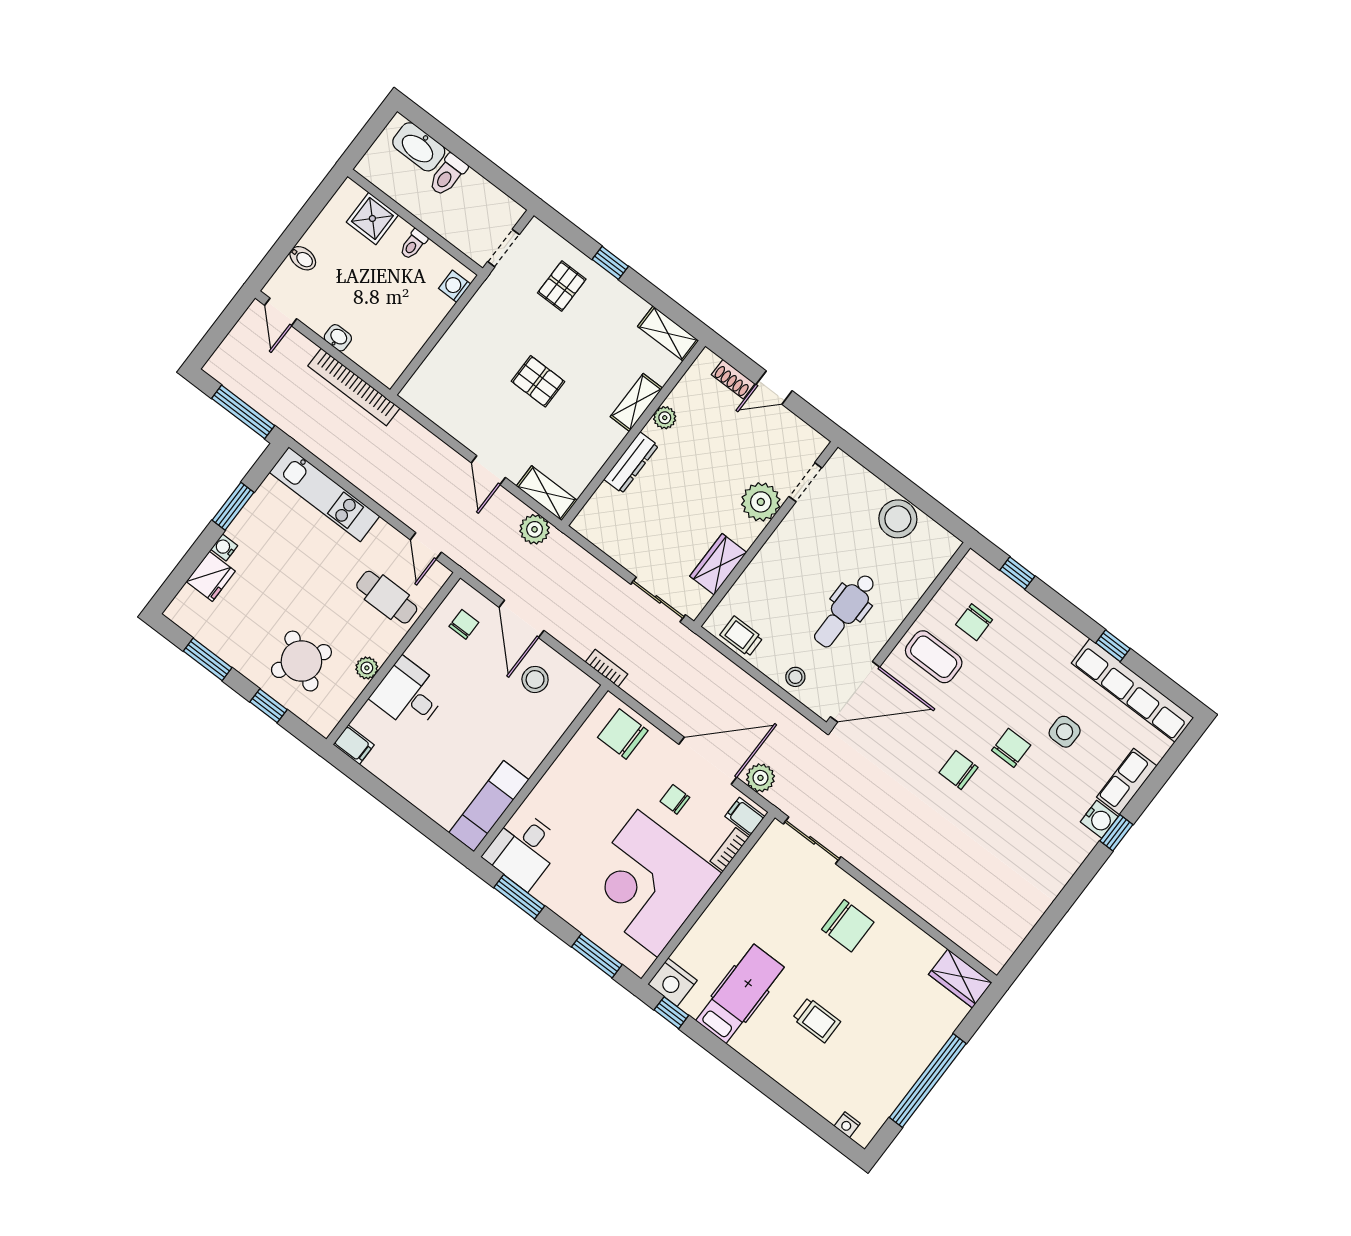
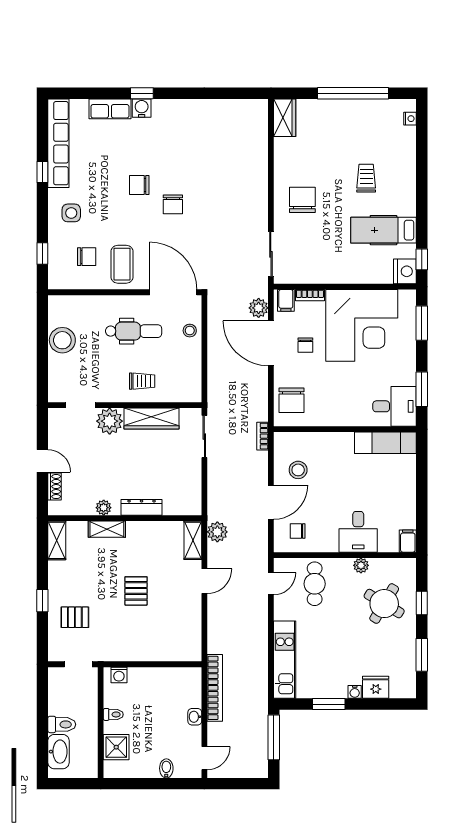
wardrobe: (718, 564) -> (152, 418), width x1.50
trolley: (741, 636) -> (142, 381), moved, turned -90
side table: (1065, 732) -> (71, 213), moved

